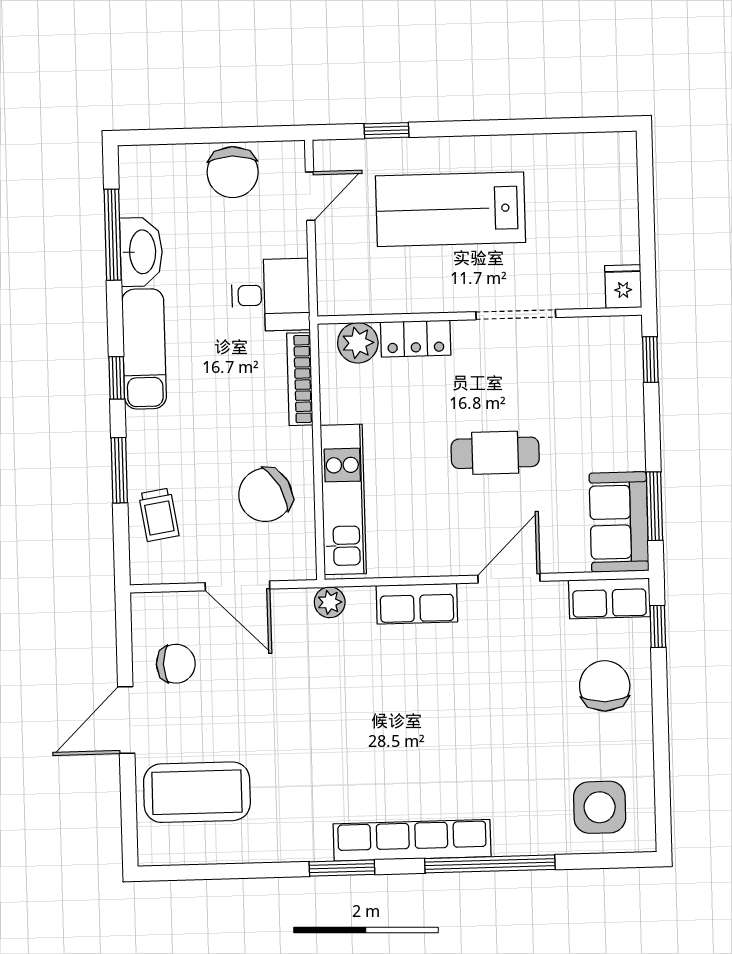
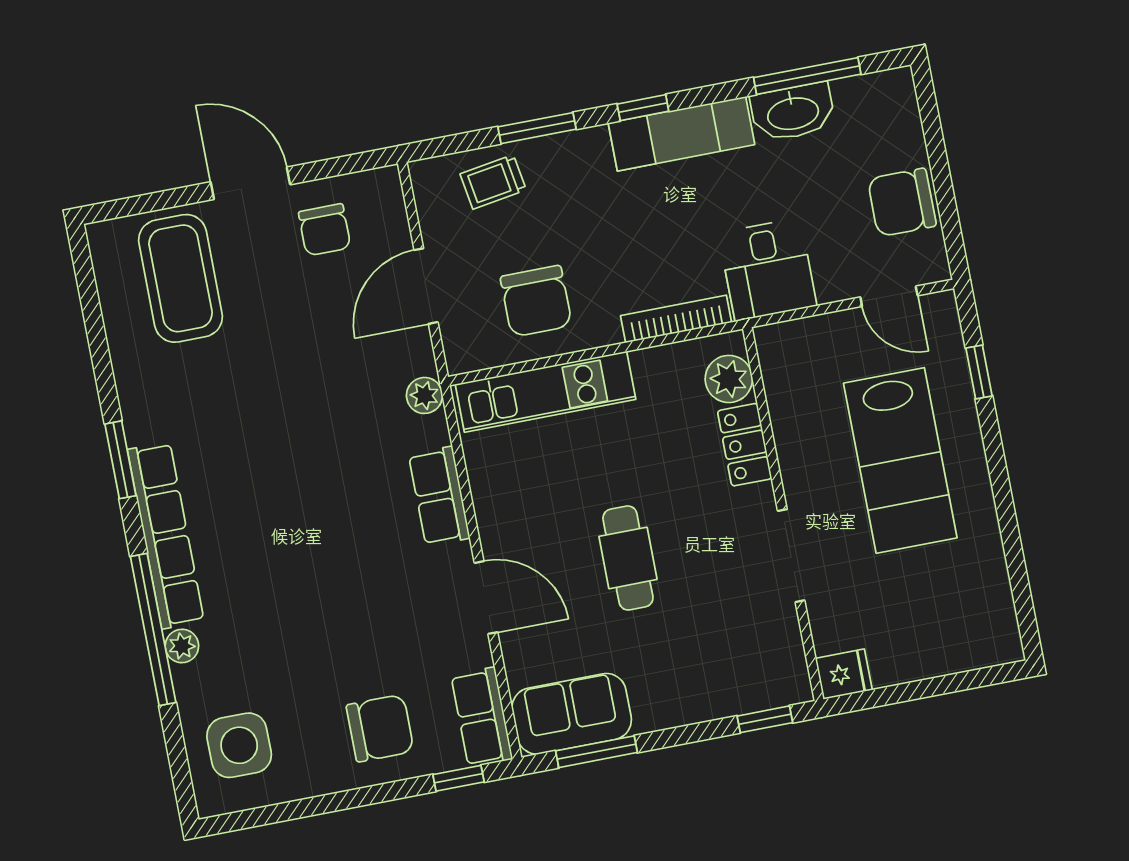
lab bench: (450, 209) -> (900, 460), turned 180
chair: (265, 495) -> (536, 301), turned -151
plant: (508, 842) -> (182, 646), added

